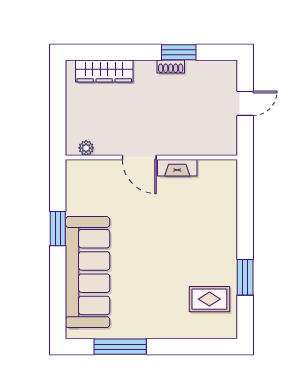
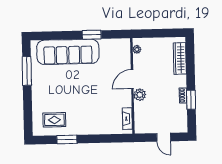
plant: (168, 144) -> (140, 95), added
fireplace: (177, 168) -> (127, 119), moved
rug: (209, 299) -> (54, 120), turned 90

